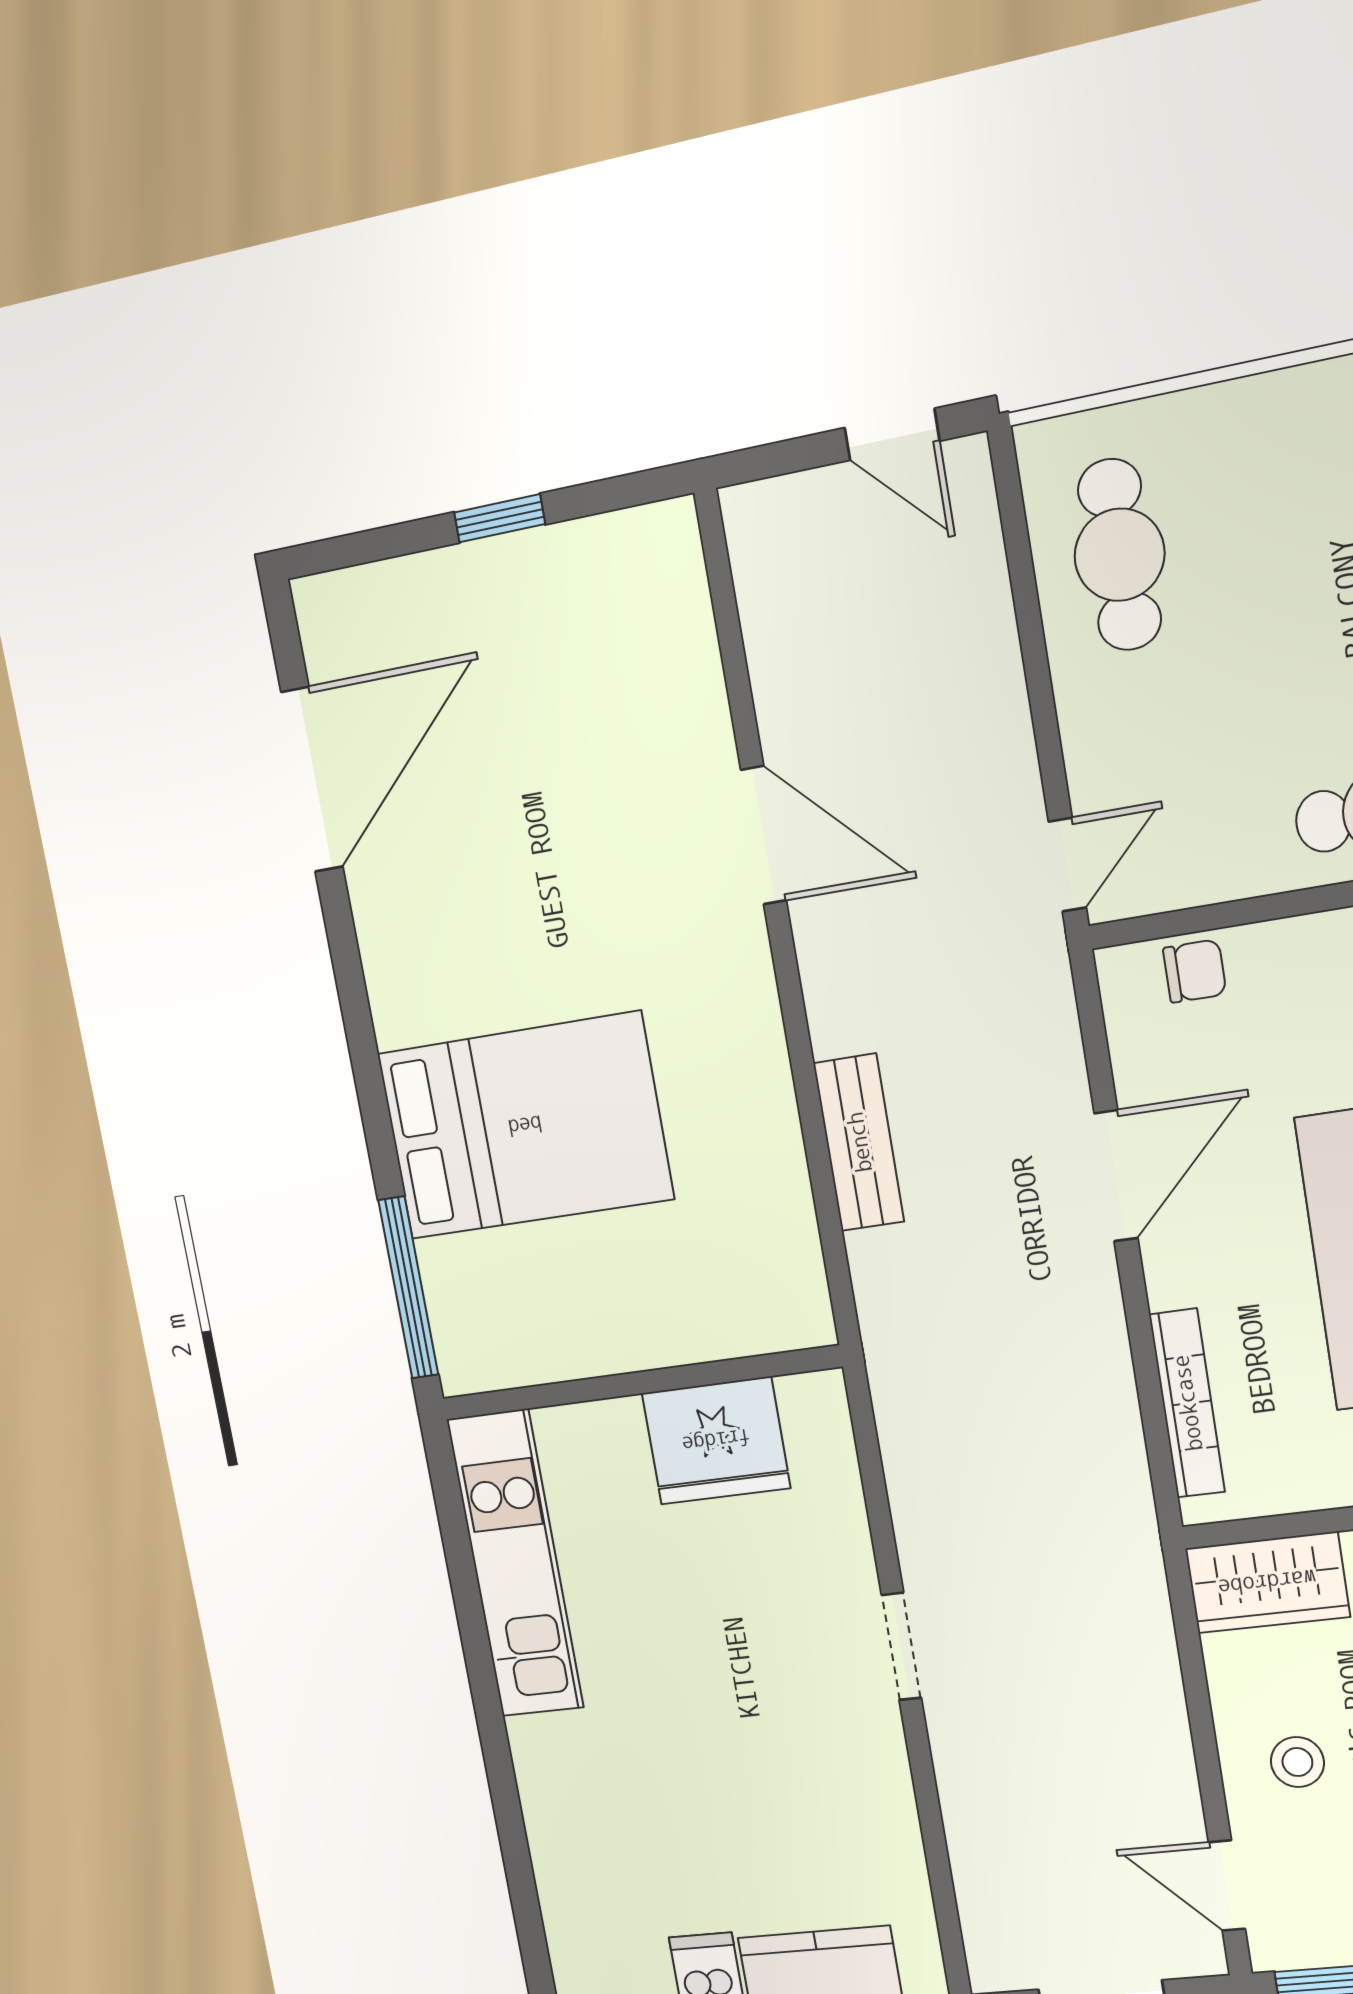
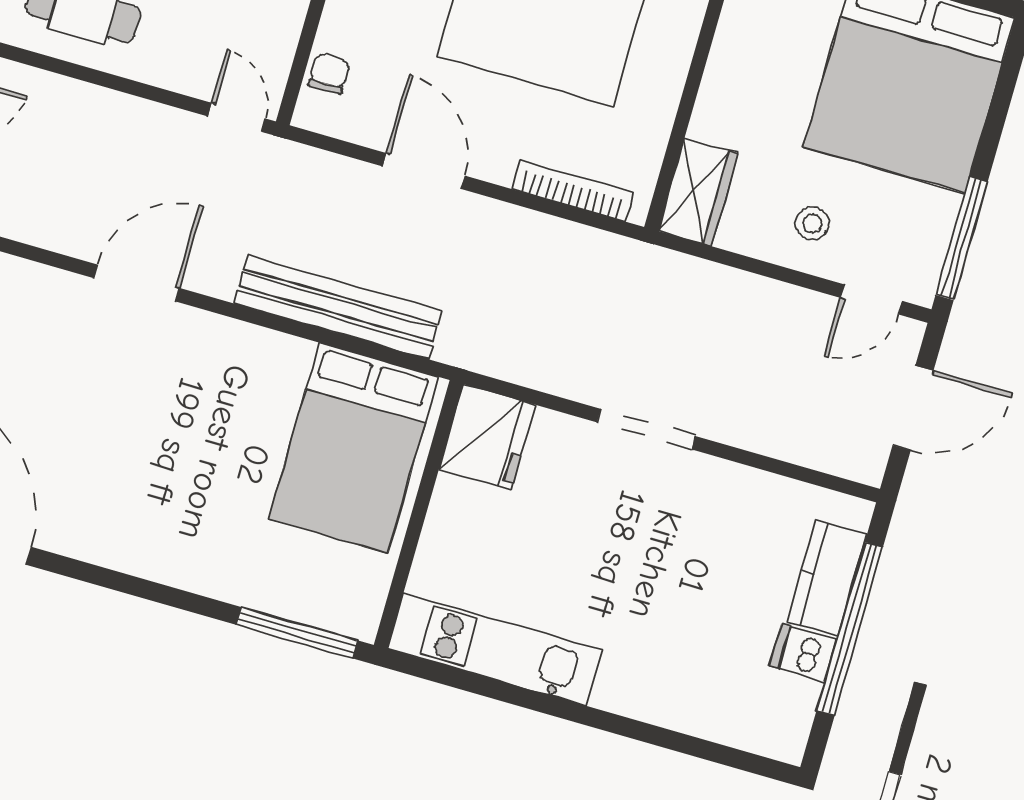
bed: (525, 1126) -> (353, 448), moved, turned 180
bench: (859, 1142) -> (338, 307), width x1.86, depth x1.21
fridge: (716, 1441) -> (487, 437), moved
doorway: (901, 1646) -> (646, 429), width x1.38

